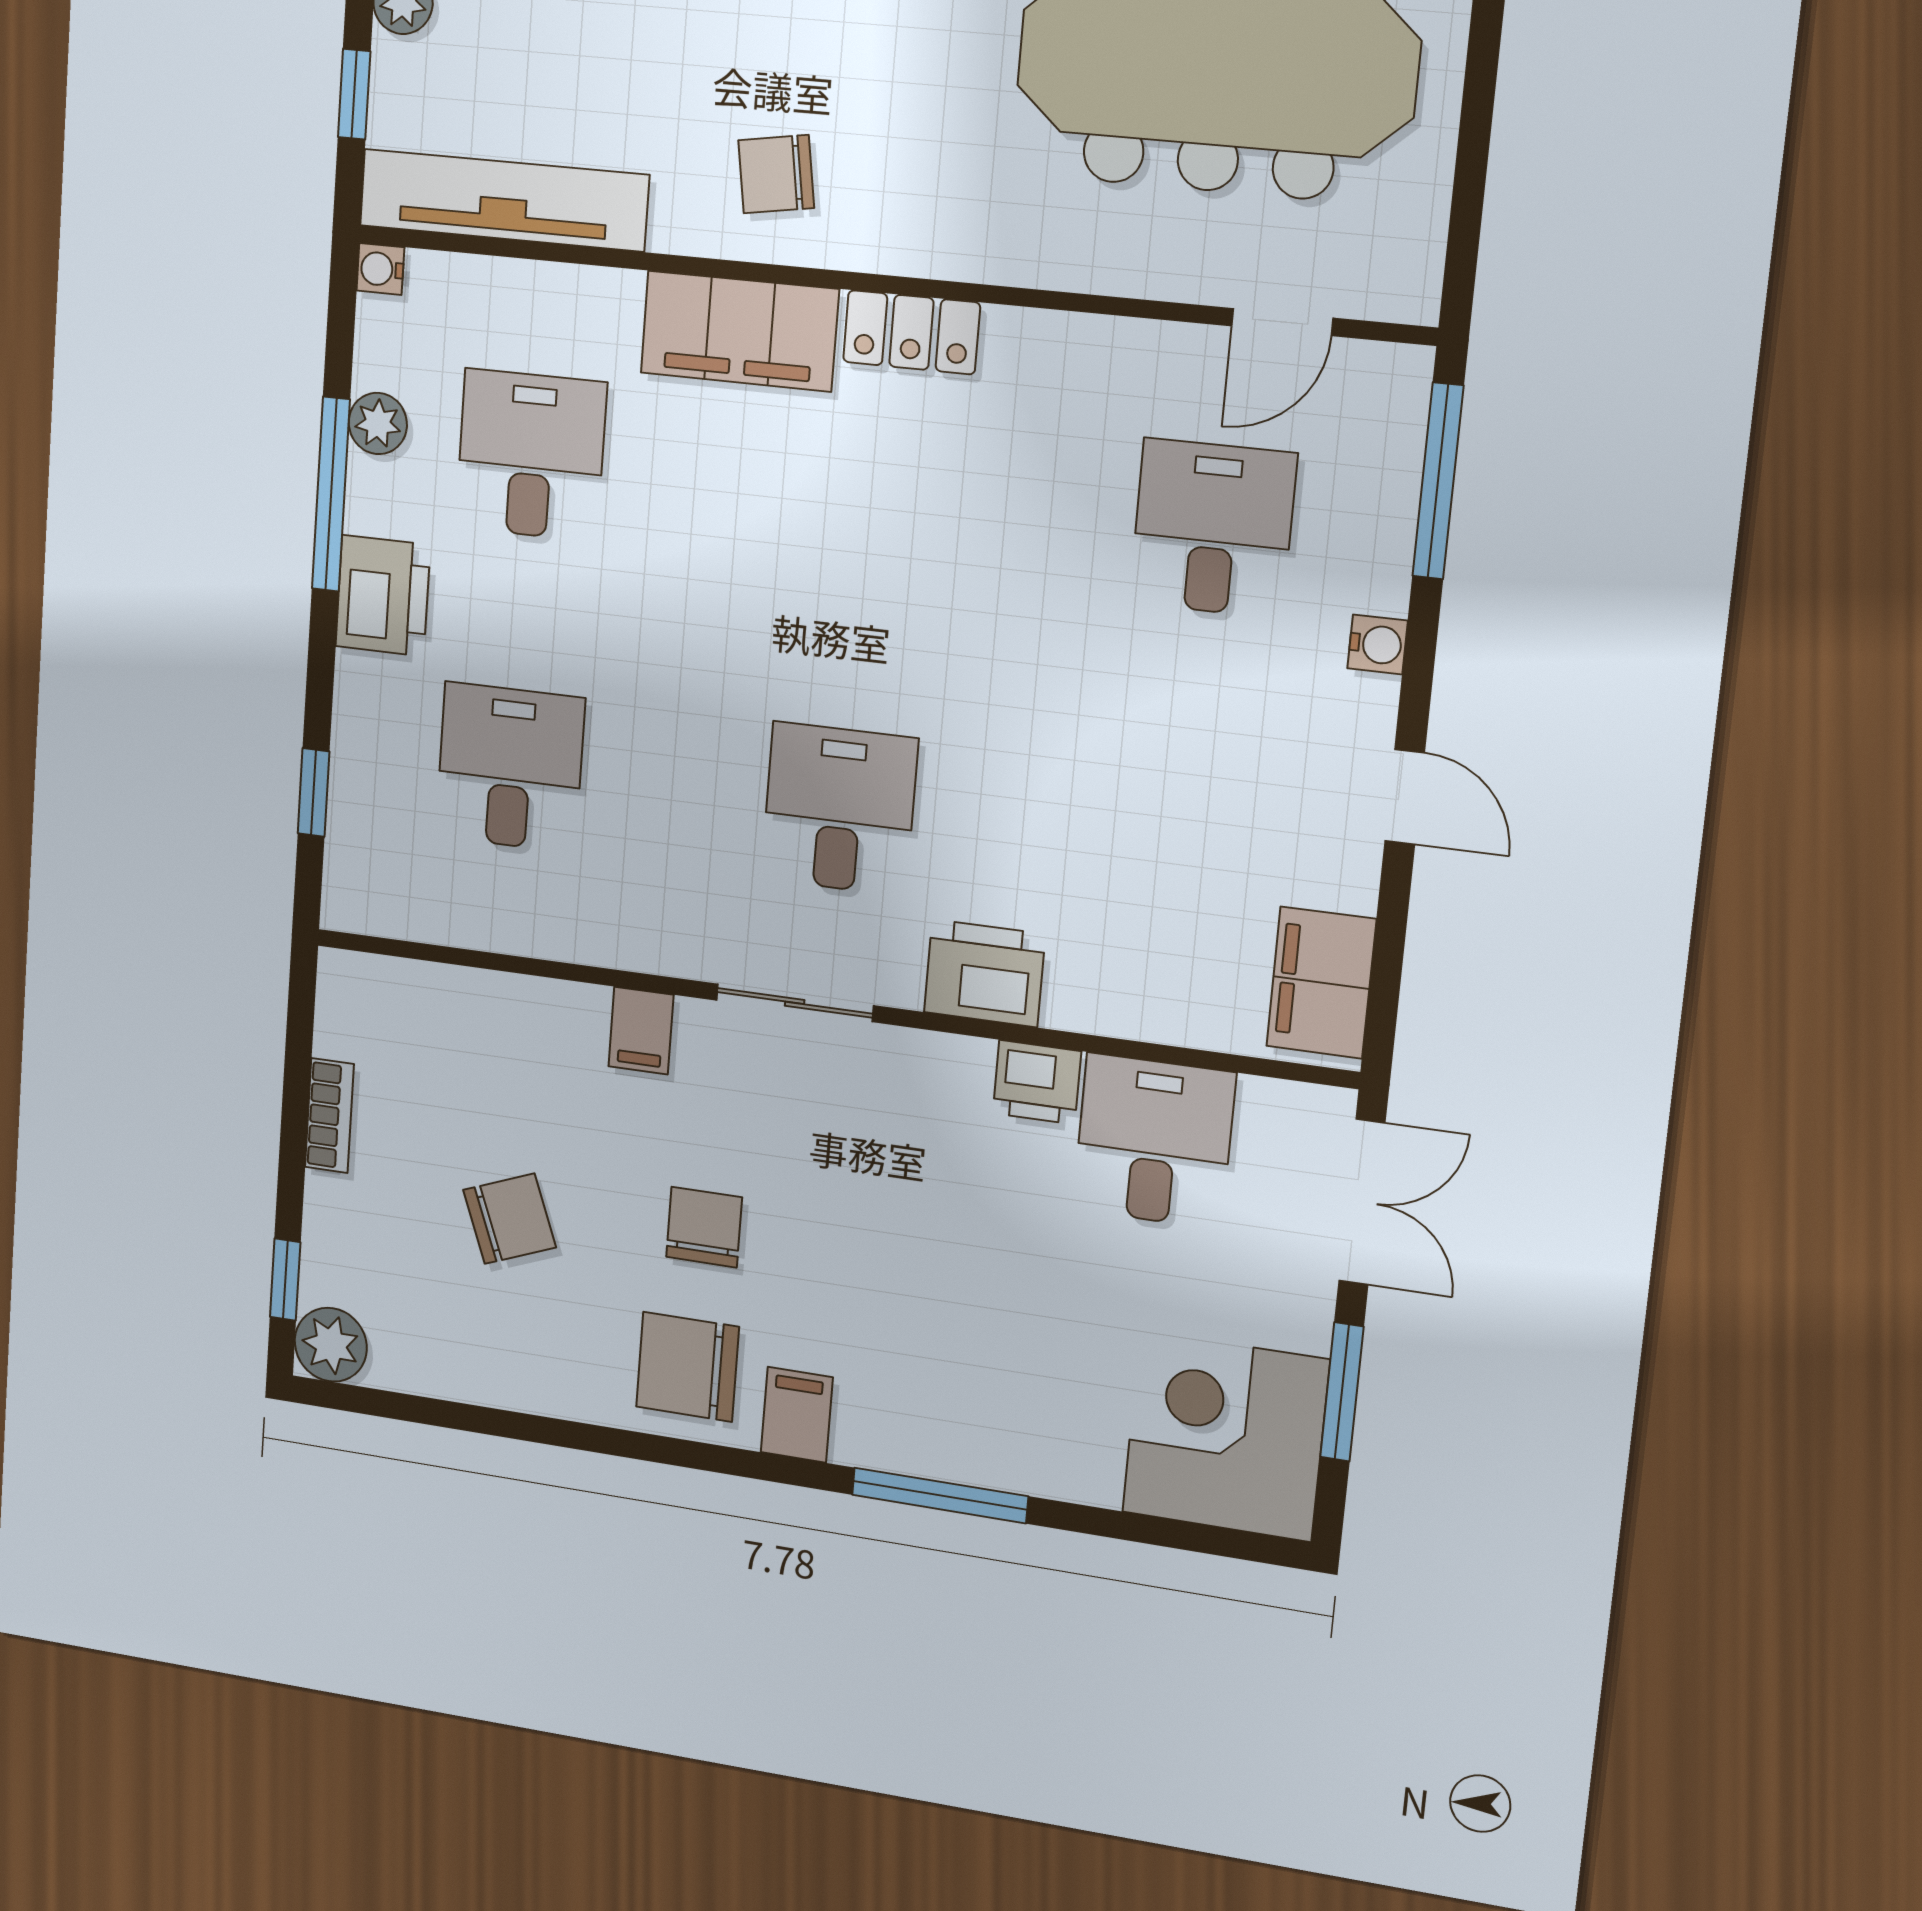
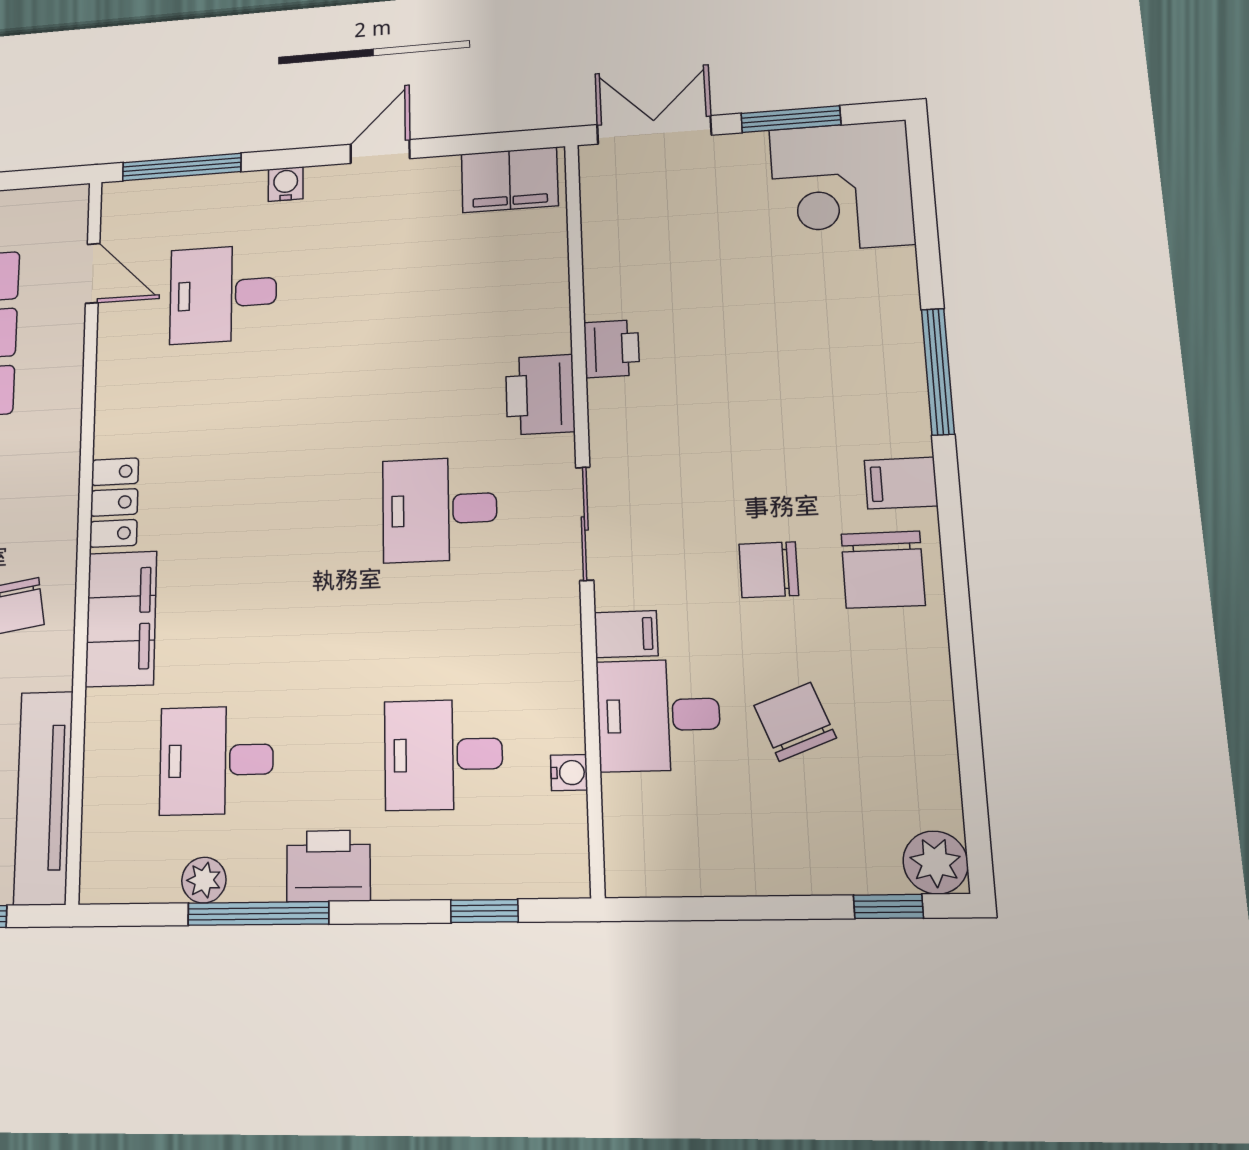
water cooler: (380, 269) -> (569, 773), moved, turned -90
bookcase: (329, 1116) -> (741, 878), removed
desk: (1154, 1141) -> (658, 715), moved

